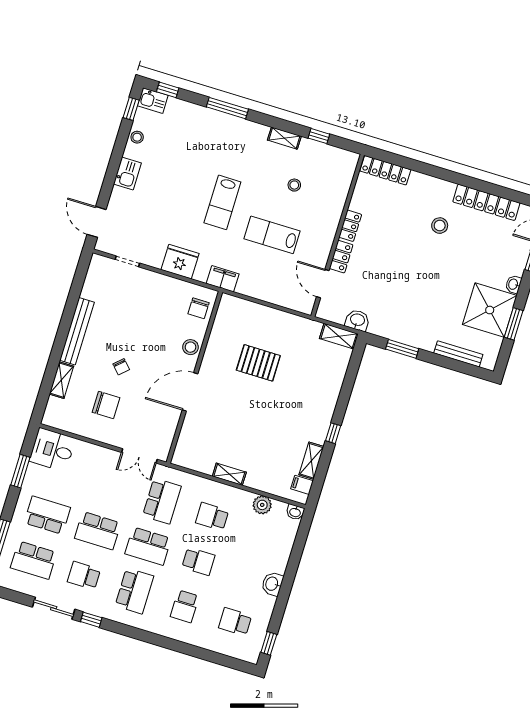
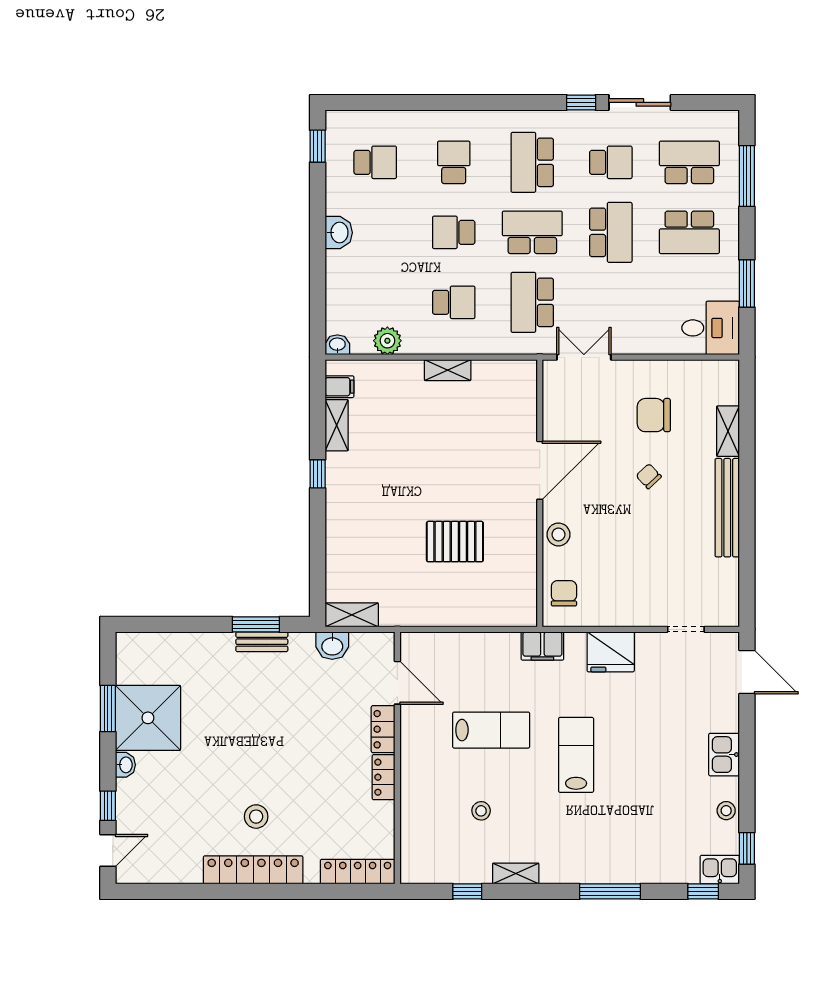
locker: (486, 202) -> (253, 870), moved
bench: (458, 354) -> (262, 642), moved, width x0.73
school desk: (98, 531) -> (611, 232), turned 90

